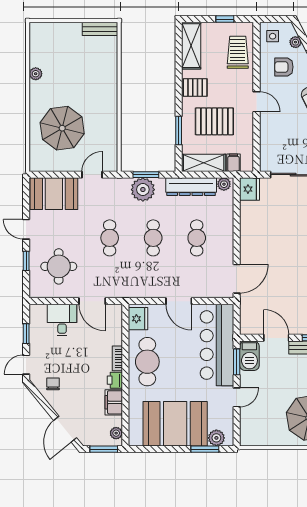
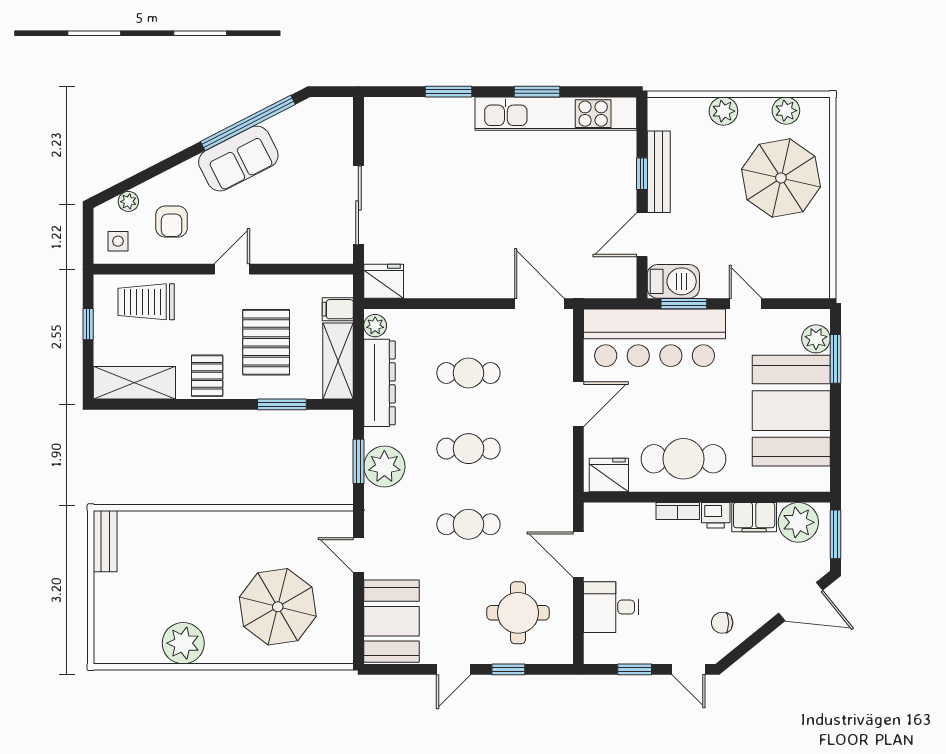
plant: (36, 74) -> (183, 643), width x1.88, depth x1.88
door: (92, 301) -> (578, 555), swing flipped
plant: (116, 433) -> (798, 522), width x1.88, depth x1.88

